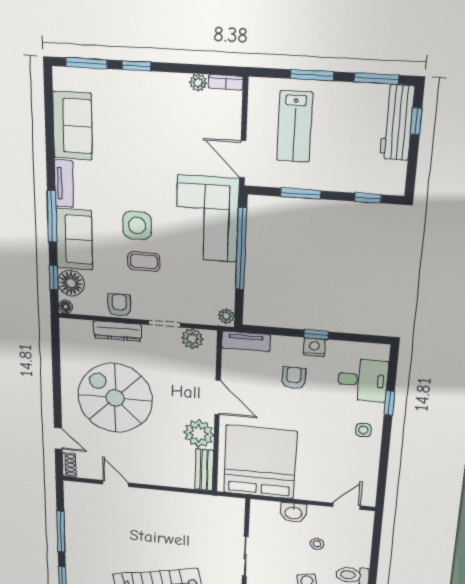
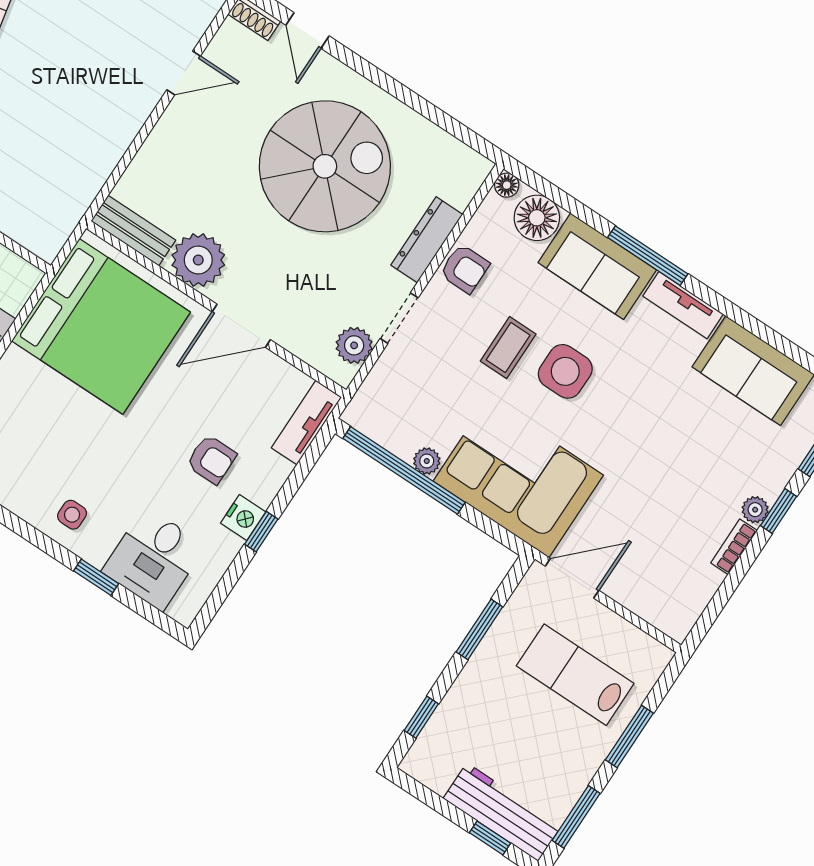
bookcase: (226, 82) -> (734, 547), moved
plant: (198, 83) -> (755, 510), moved
window: (241, 249) -> (404, 470), moved
window: (54, 277) -> (560, 197), removed
plant: (226, 316) -> (427, 461), moved
door: (58, 438) -> (308, 30), hinge flipped

